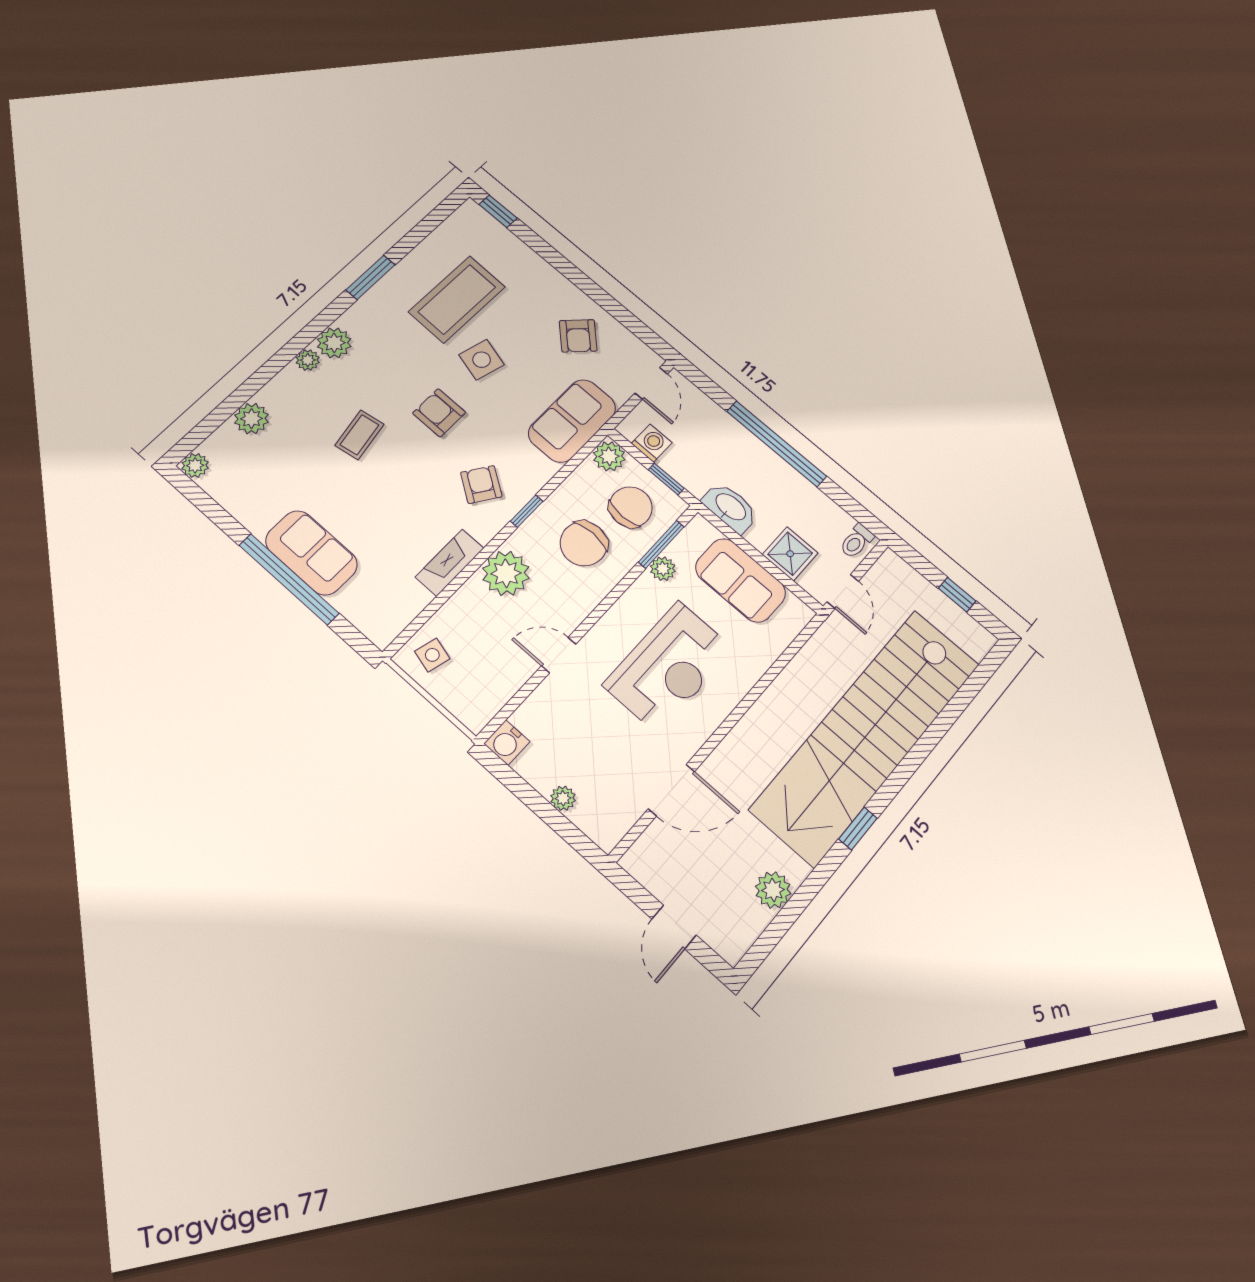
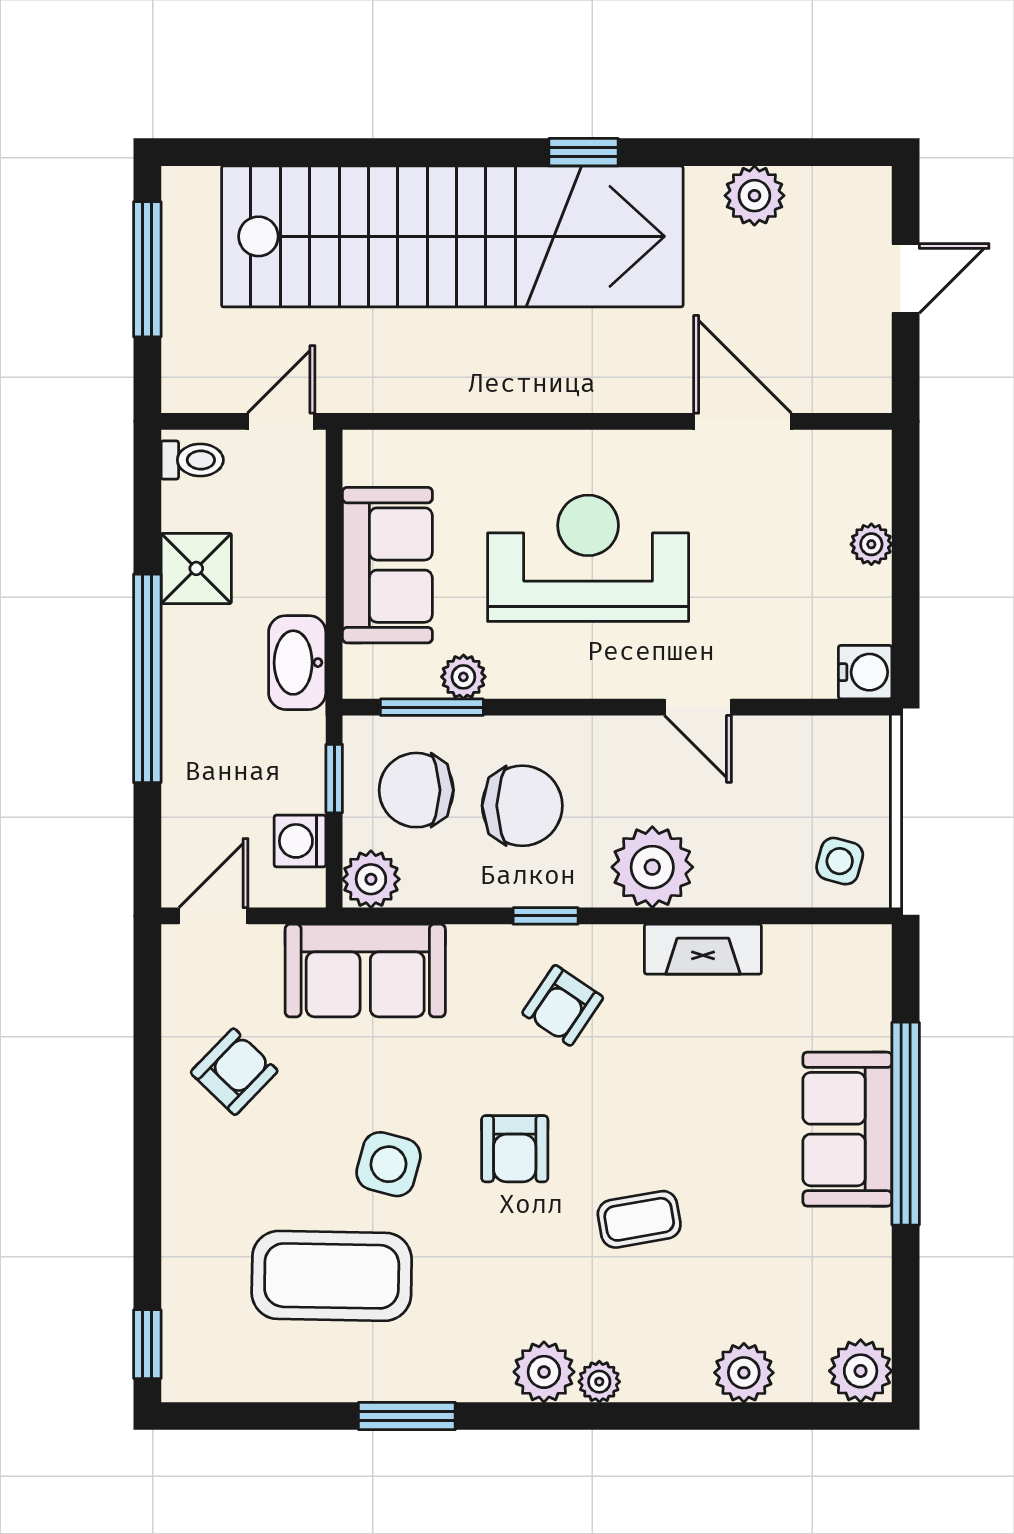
plant: (195, 465) -> (861, 1371), width x1.38, depth x1.38
shower: (790, 554) -> (196, 568), moved
window: (957, 595) -> (147, 269), width x2.17

